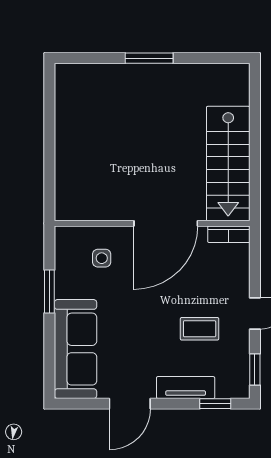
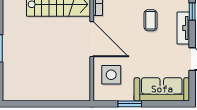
side table: (102, 258) -> (111, 75), width x1.87, depth x1.87

